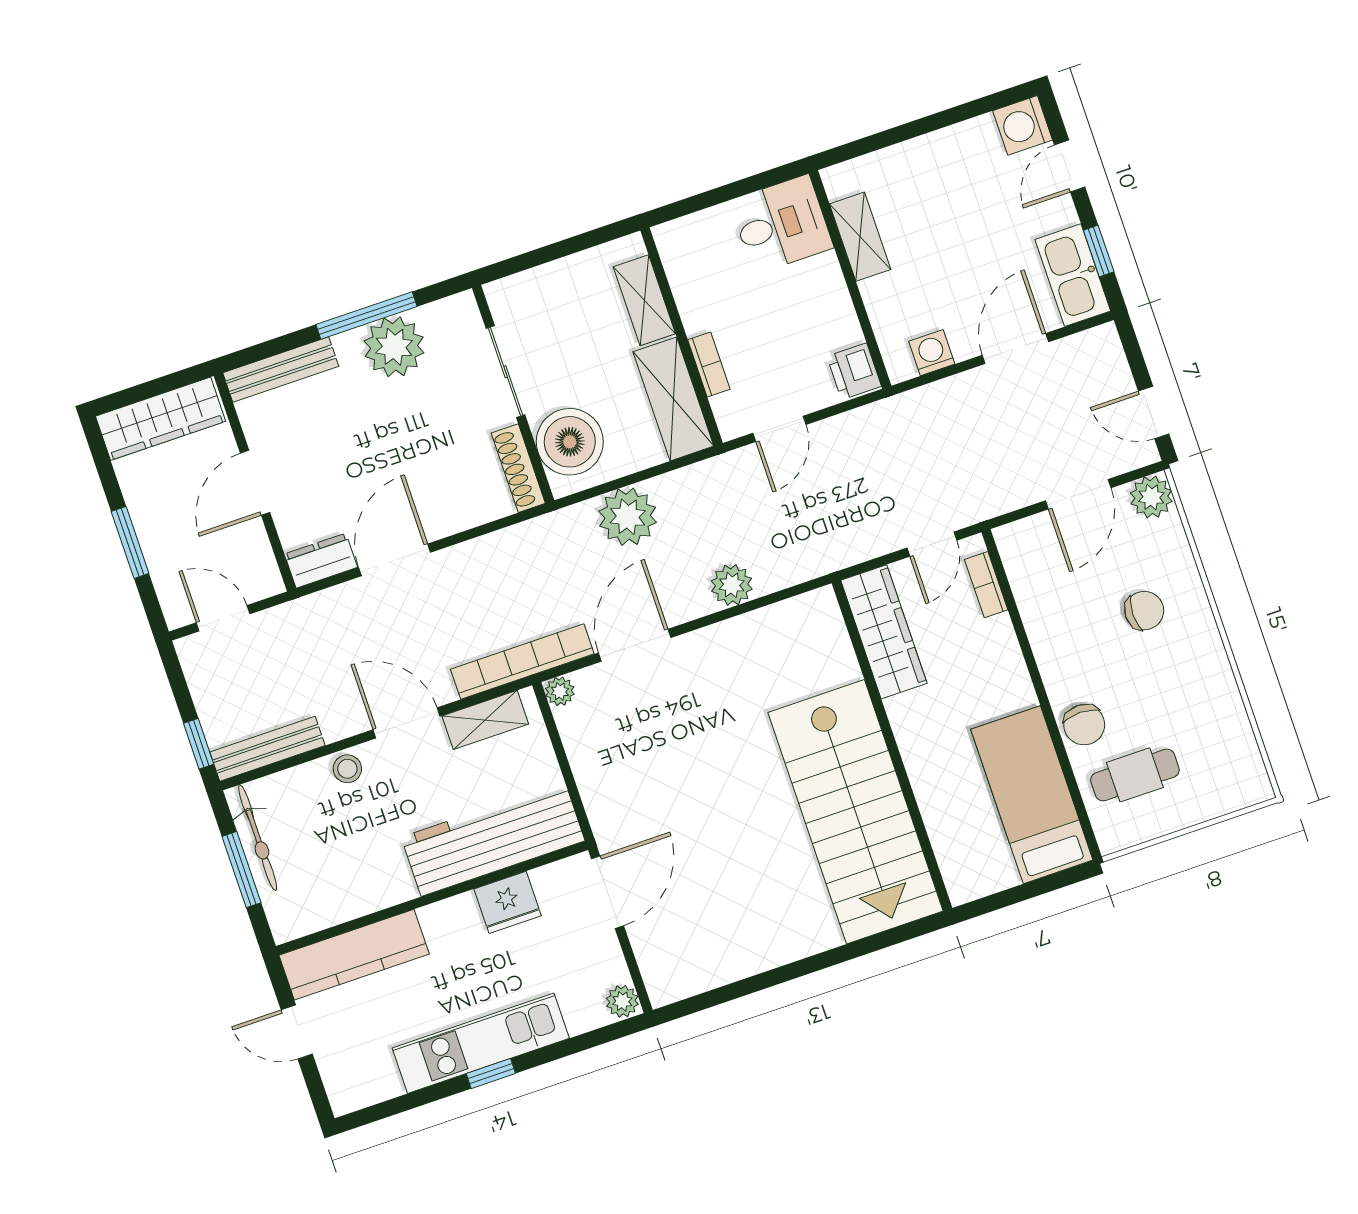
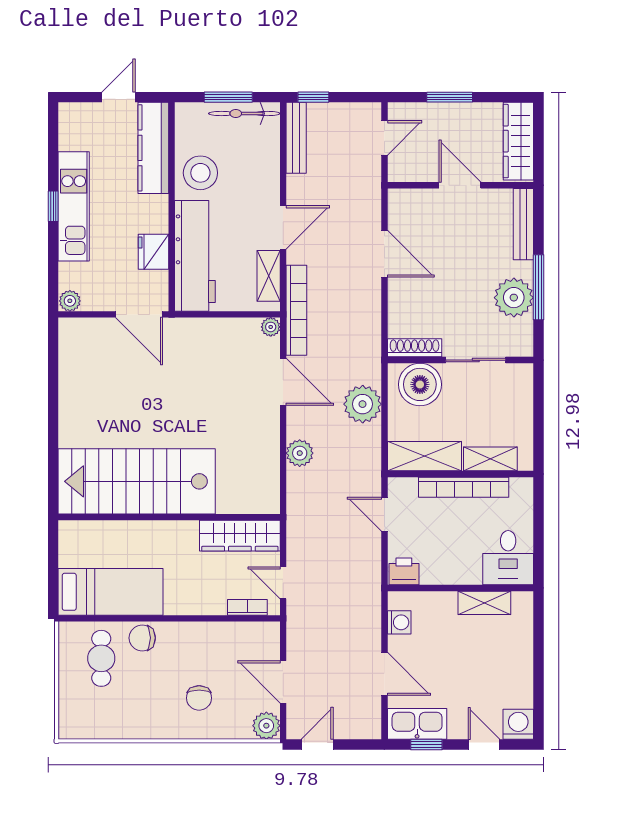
bookcase: (709, 364) -> (464, 487), width x2.31, depth x1.31
dresser: (321, 561) -> (399, 209), removed
stool: (347, 769) -> (200, 173), moved, width x1.89, depth x1.89

